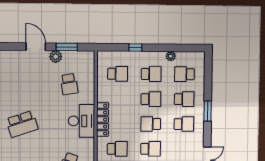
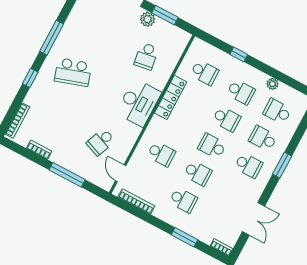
school desk: (184, 99) -> (263, 138), turned 180
locker: (103, 120) -> (171, 97), moved

